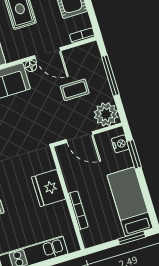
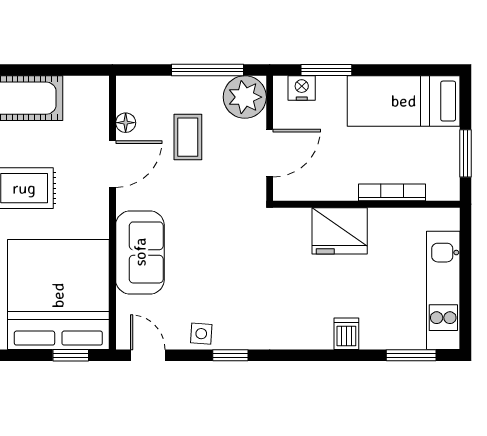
bookcase: (82, 36) -> (101, 97), removed
floor lamp: (31, 66) -> (126, 123), moved
window: (110, 76) -> (207, 70), moved
window: (132, 238) -> (466, 153), moved

